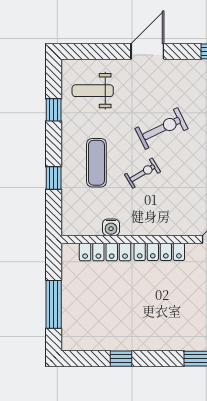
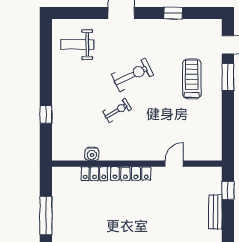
window: (54, 110) -> (46, 60), removed
exercise mat: (96, 163) -> (80, 102), removed
locker: (105, 252) -> (95, 174), width x0.66

